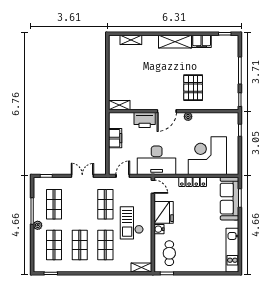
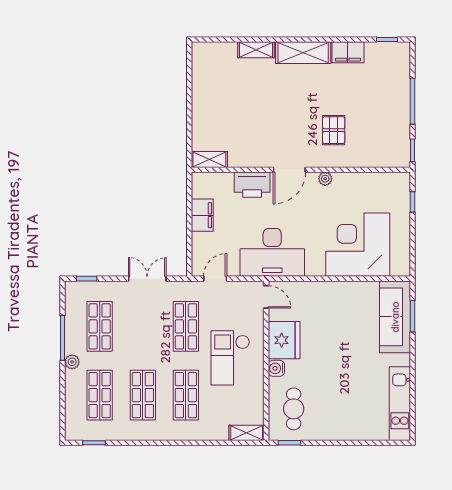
shelving: (131, 40) -> (256, 50), moved
pallet: (193, 88) -> (334, 130), width x0.67, depth x0.71
locker: (193, 182) -> (333, 289), removed

